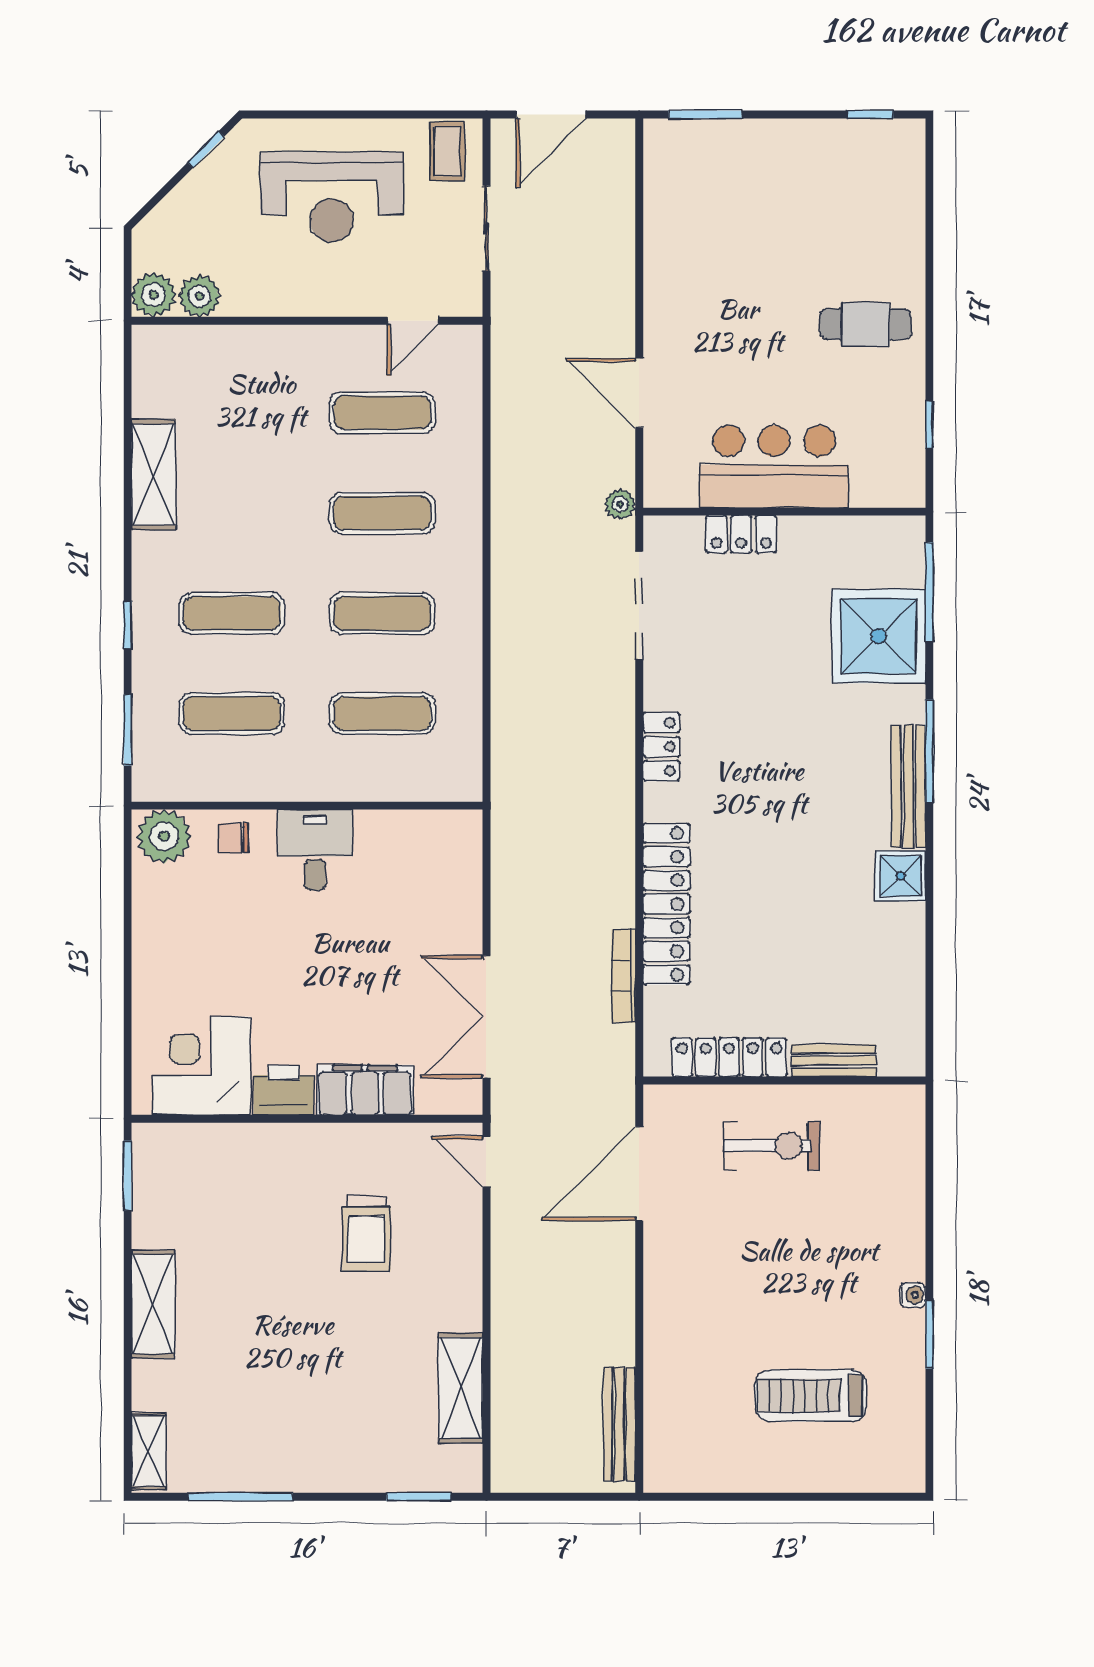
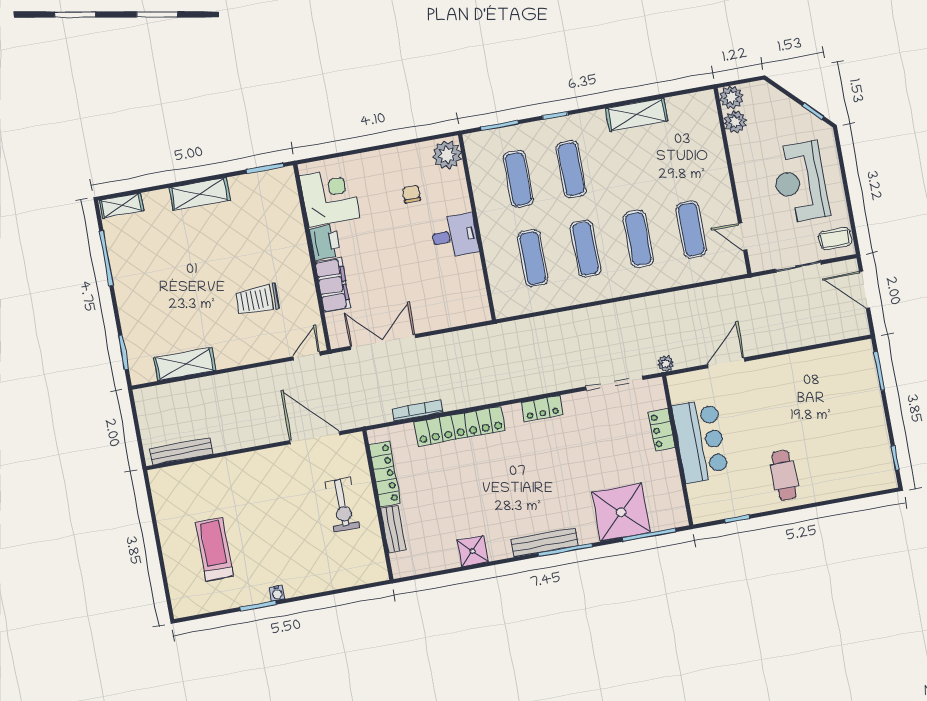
chair: (233, 838) -> (411, 194), moved
shower: (900, 876) -> (473, 551), moved

